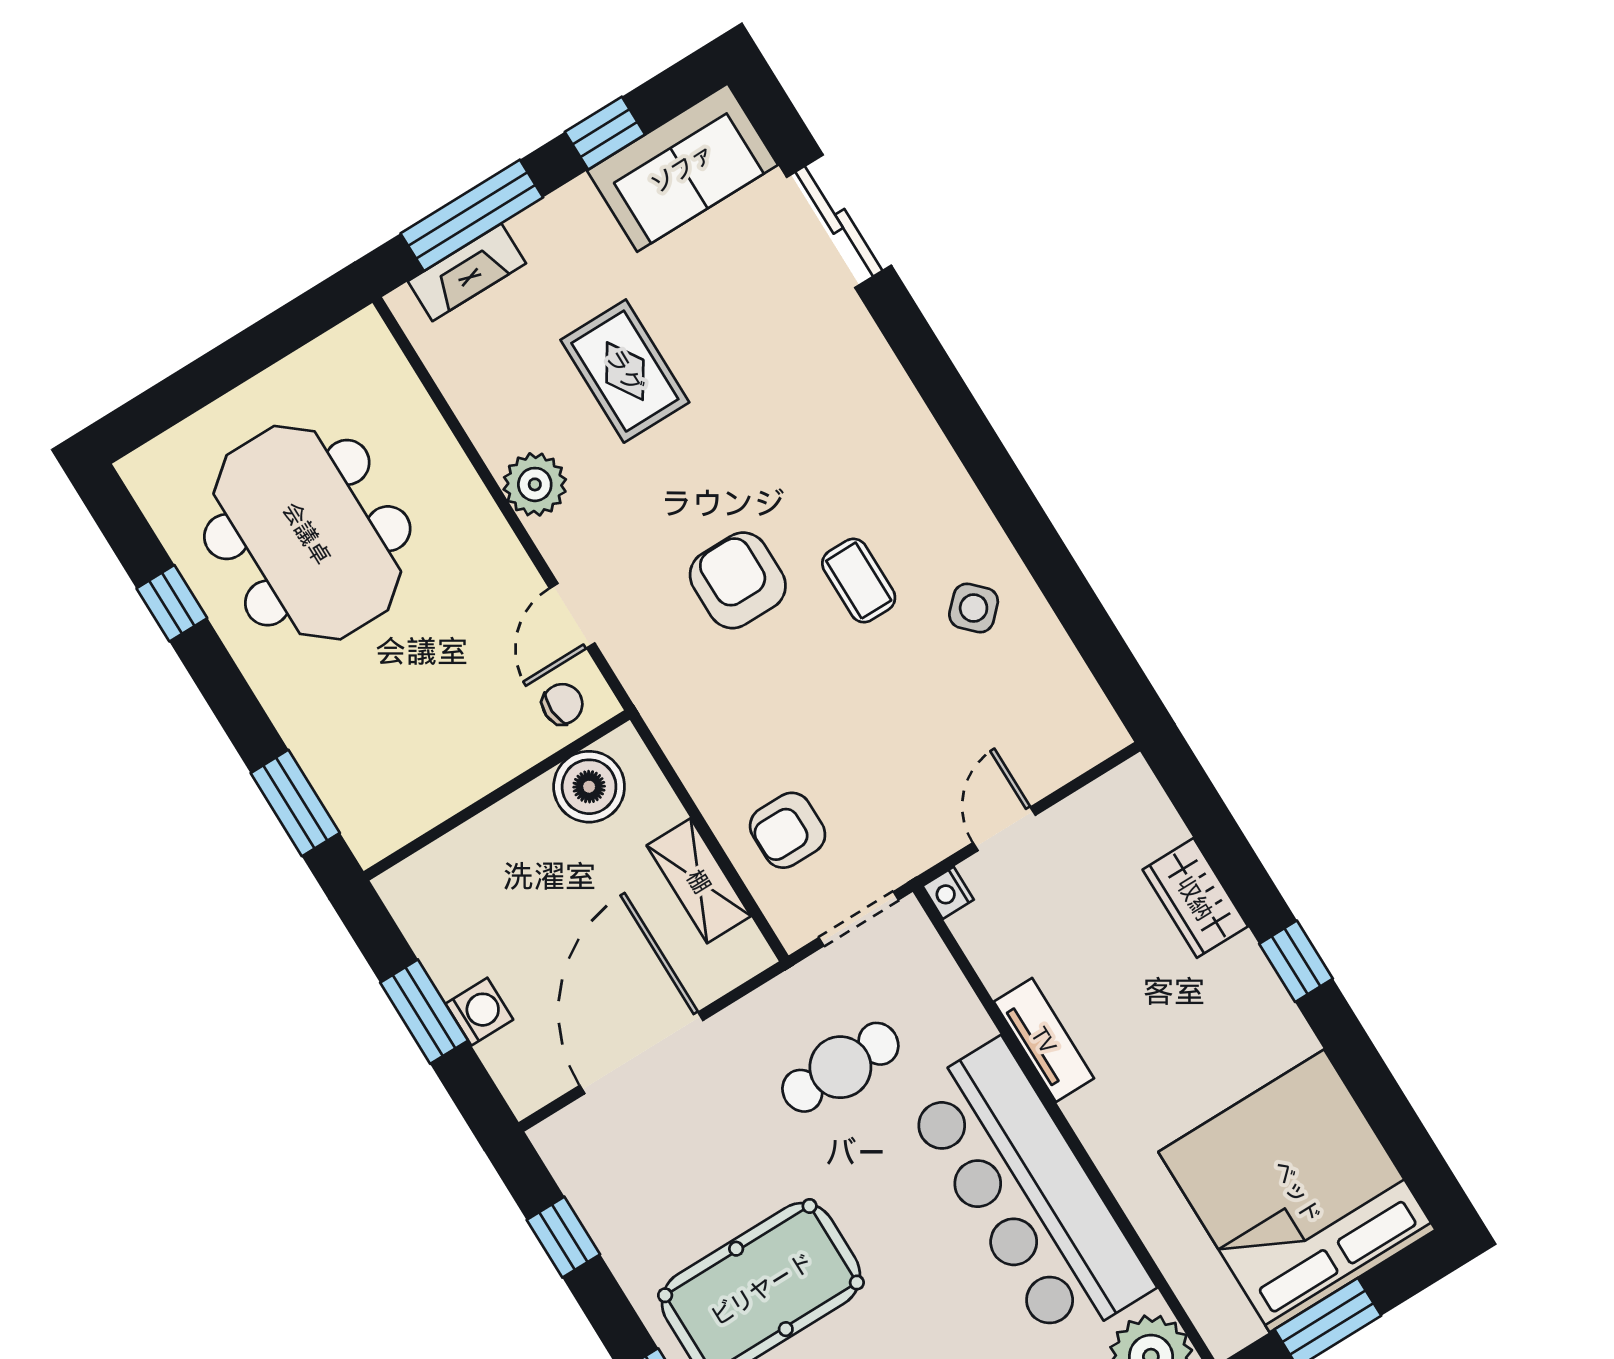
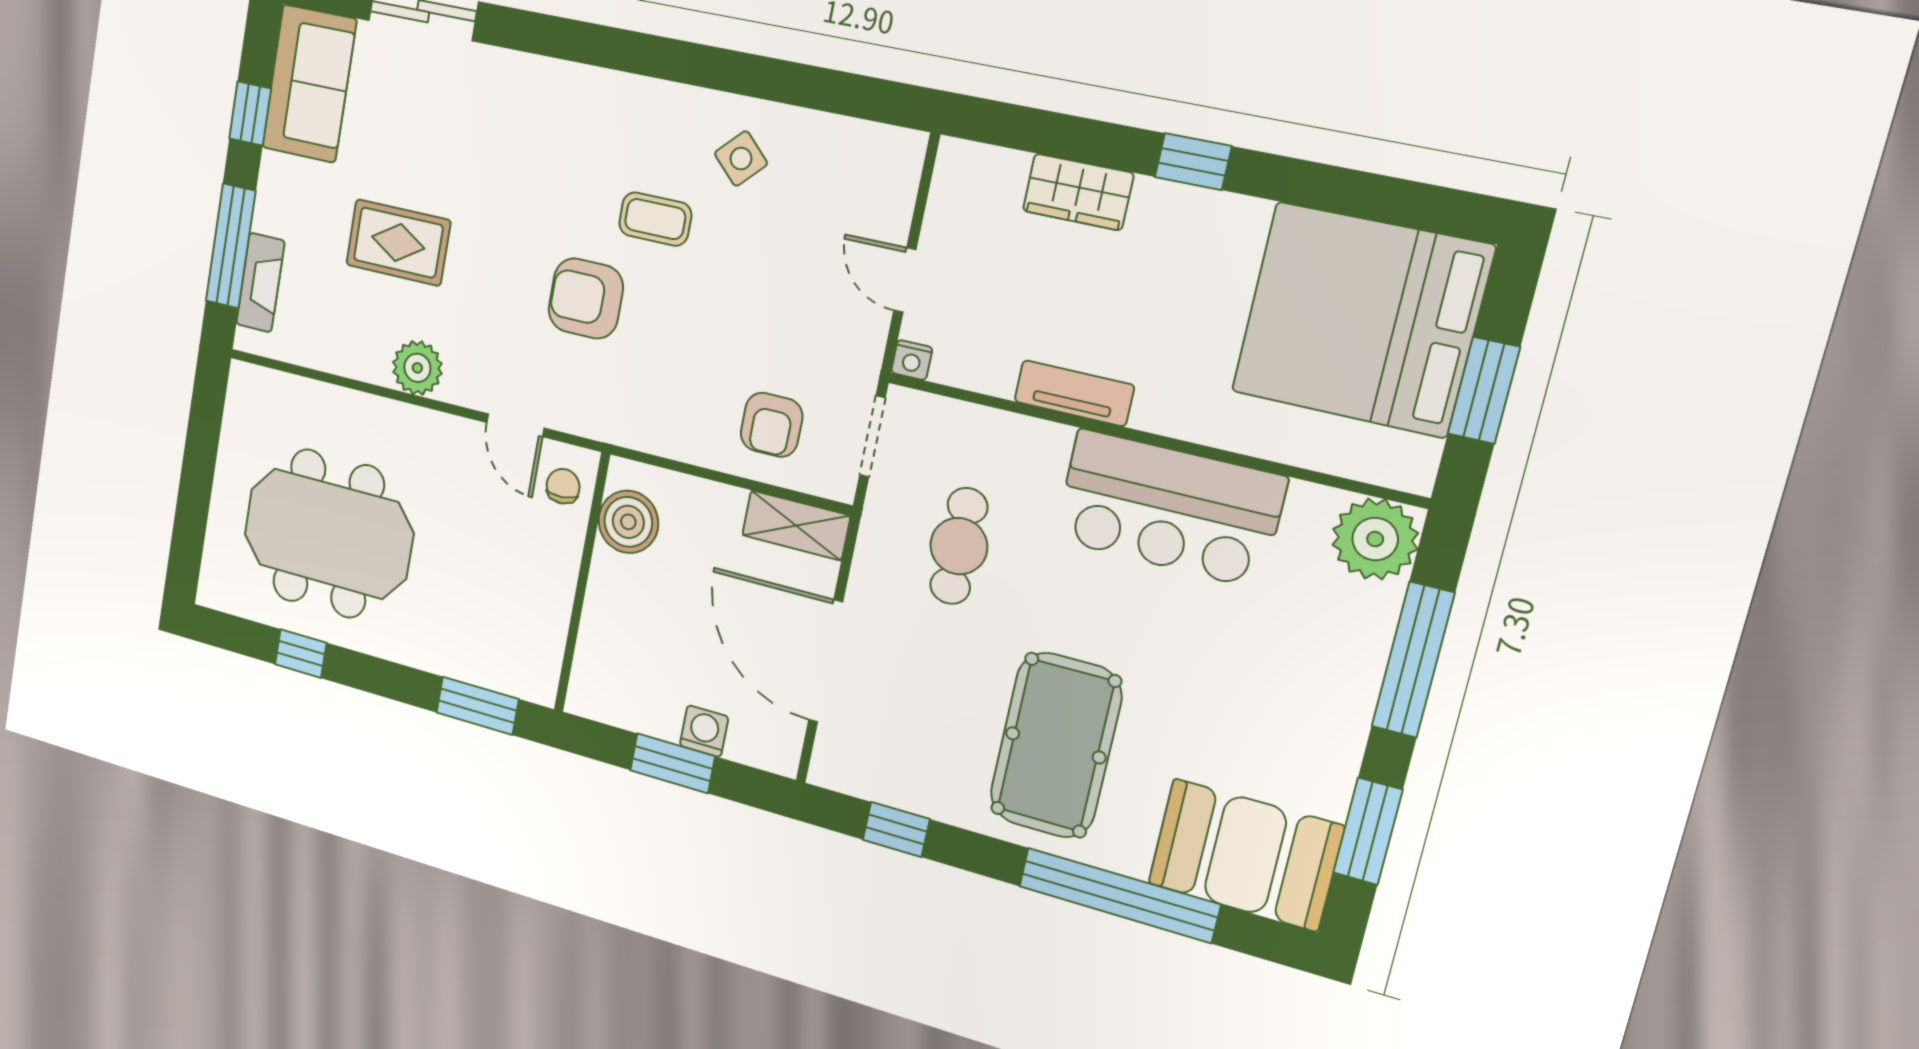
shelving: (699, 881) -> (796, 525), moved
bar counter: (1028, 1193) -> (1169, 508), width x0.73

